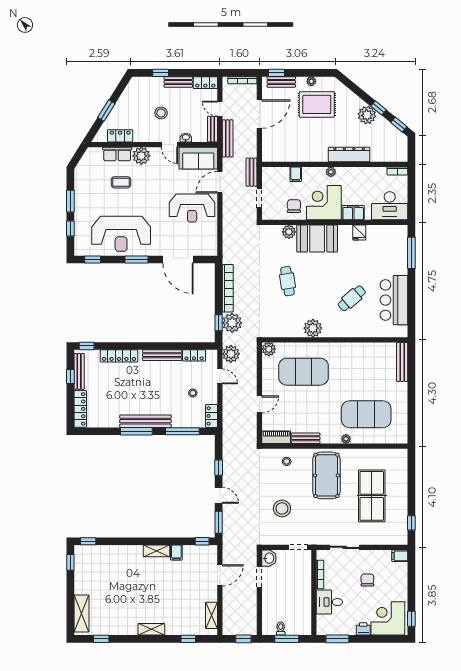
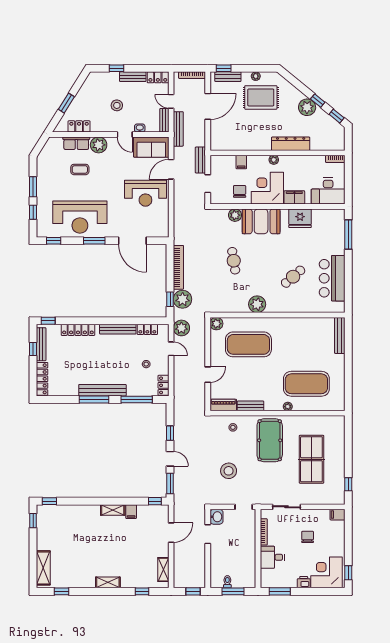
fridge: (359, 233) -> (300, 218), width x1.88, depth x1.34

